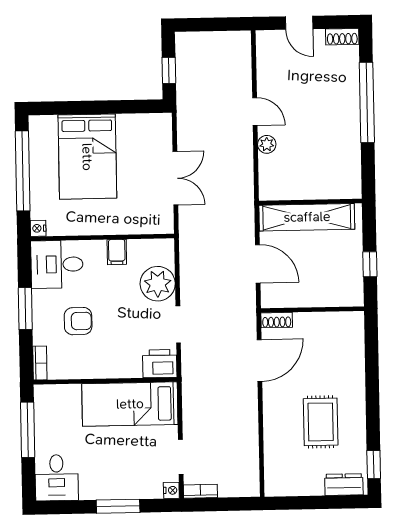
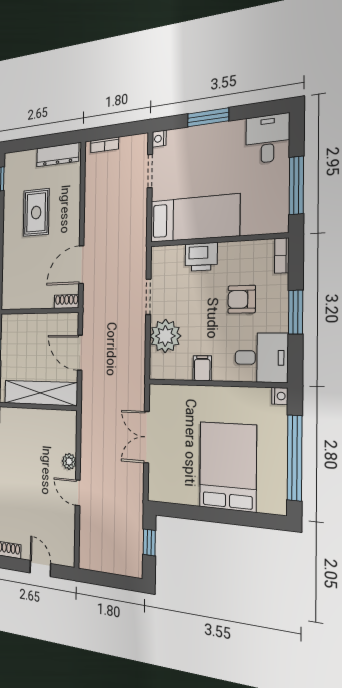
printer: (160, 364) -> (201, 257), moved
dresser: (344, 485) -> (58, 155), moved, width x1.44
bookcase: (200, 491) -> (105, 145), moved

